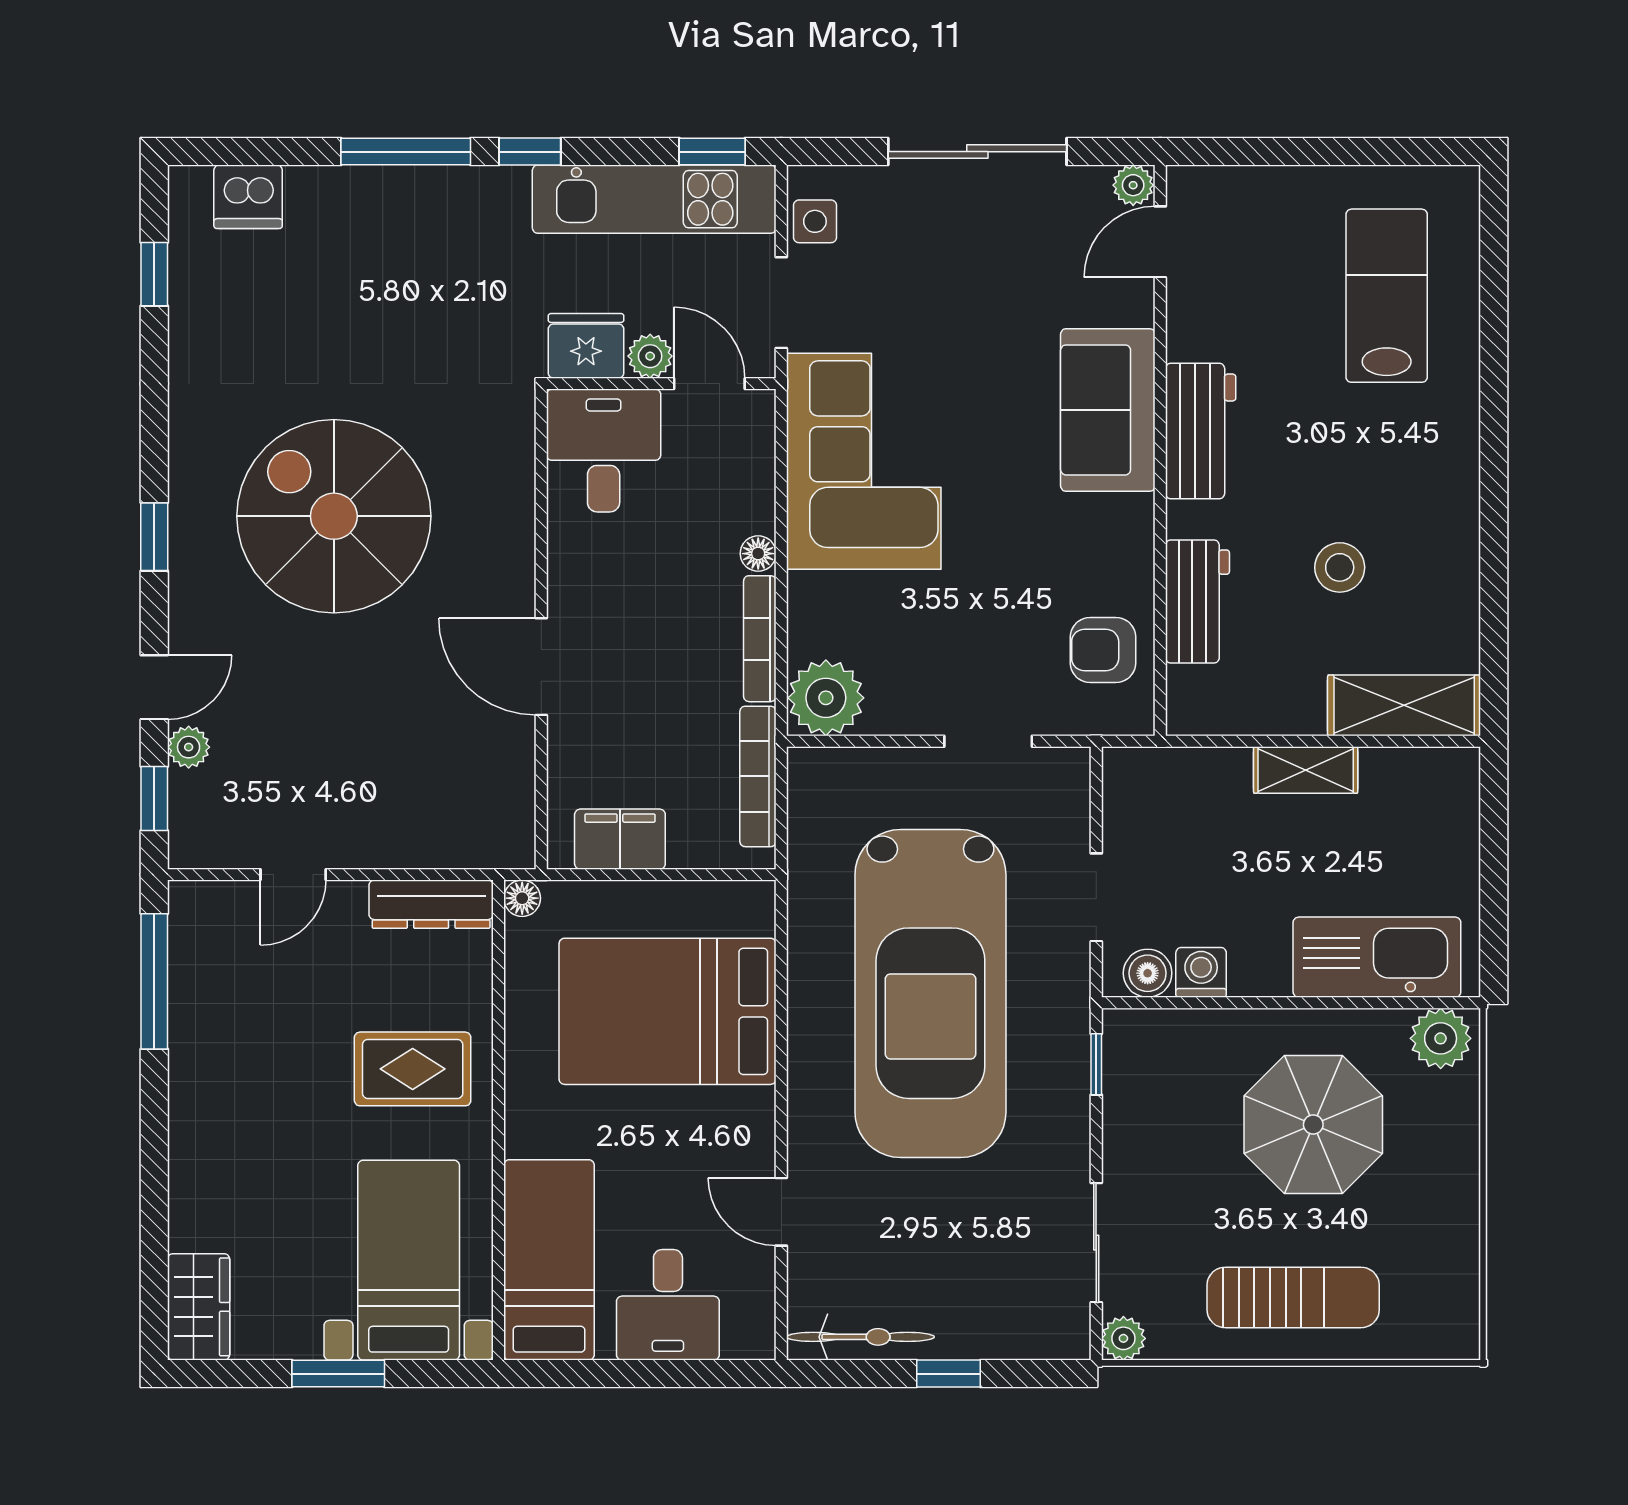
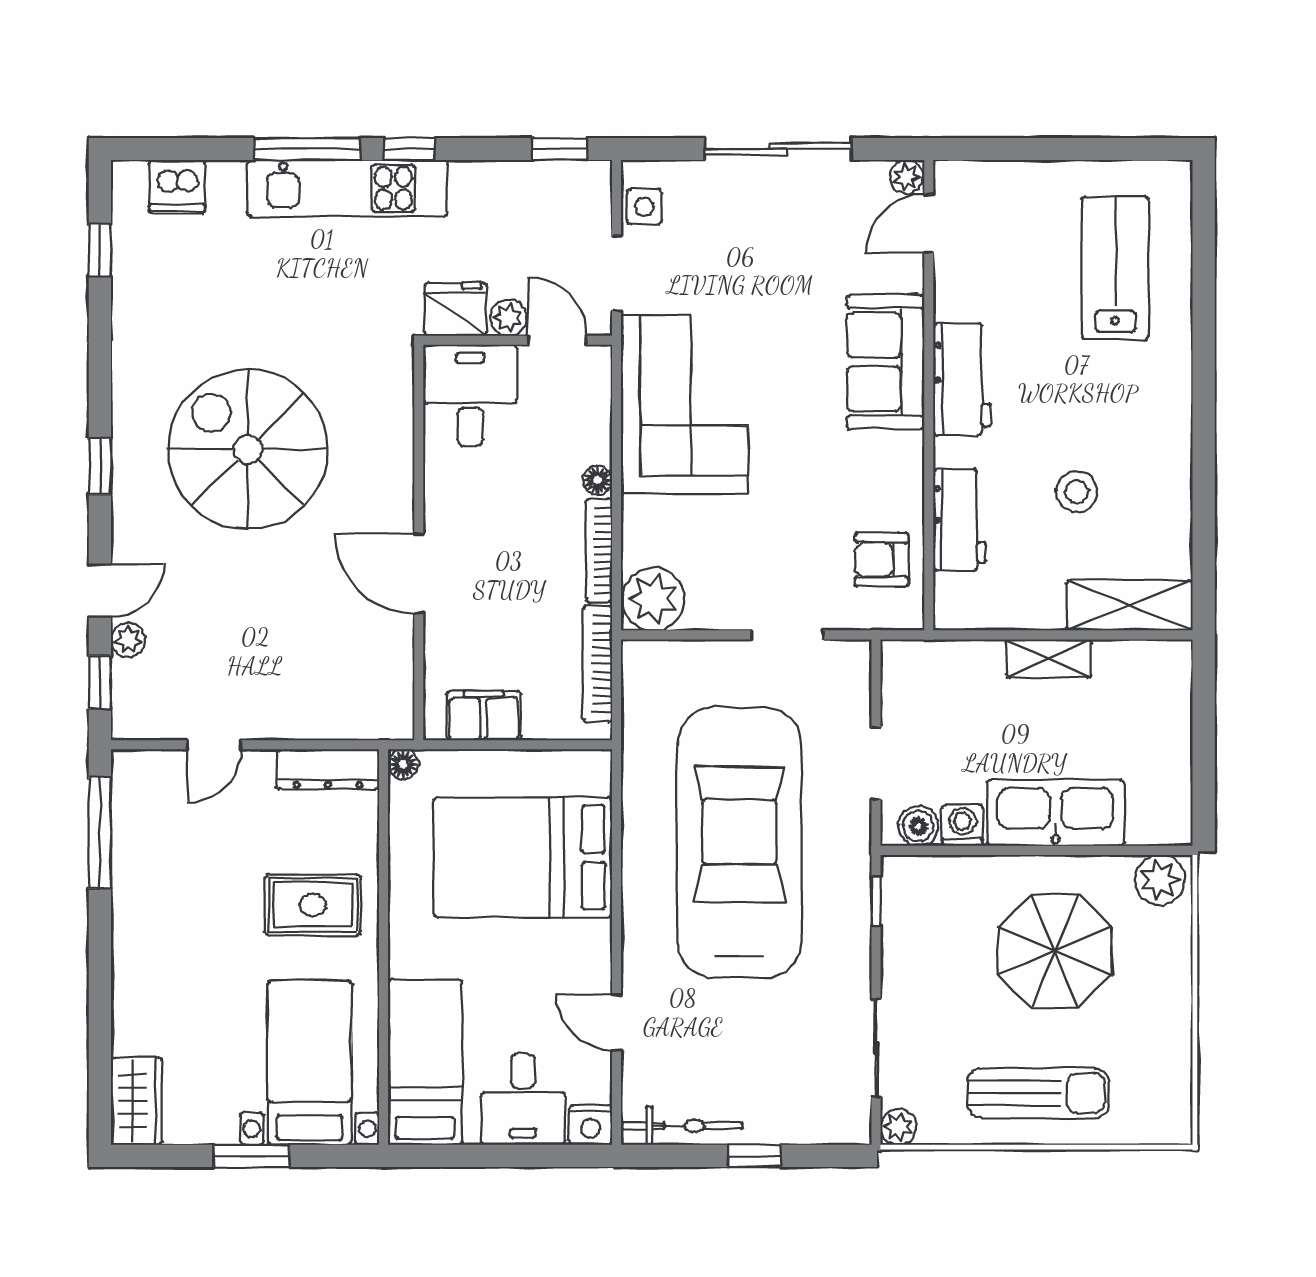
kitchen unit: (654, 199) -> (347, 188), moved
kitchen sink: (1377, 957) -> (1056, 813), moved
car: (930, 993) -> (739, 843), turned 180
nightstand: (750, 1336) -> (591, 1125), added

